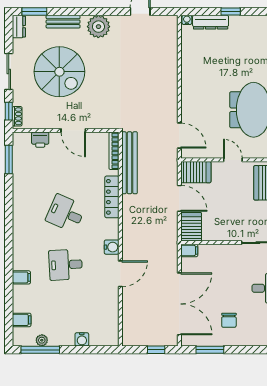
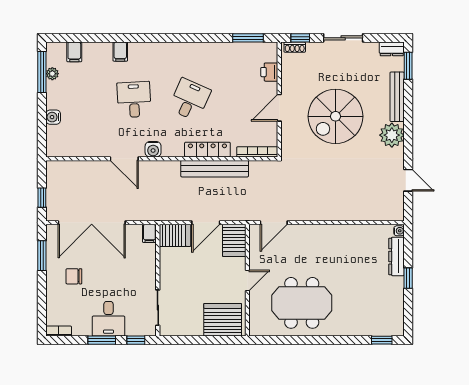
bench: (63, 22) -> (397, 97), width x1.36
spiral stairs: (59, 72) -> (336, 116), moved
bench: (129, 163) -> (215, 169), moved

